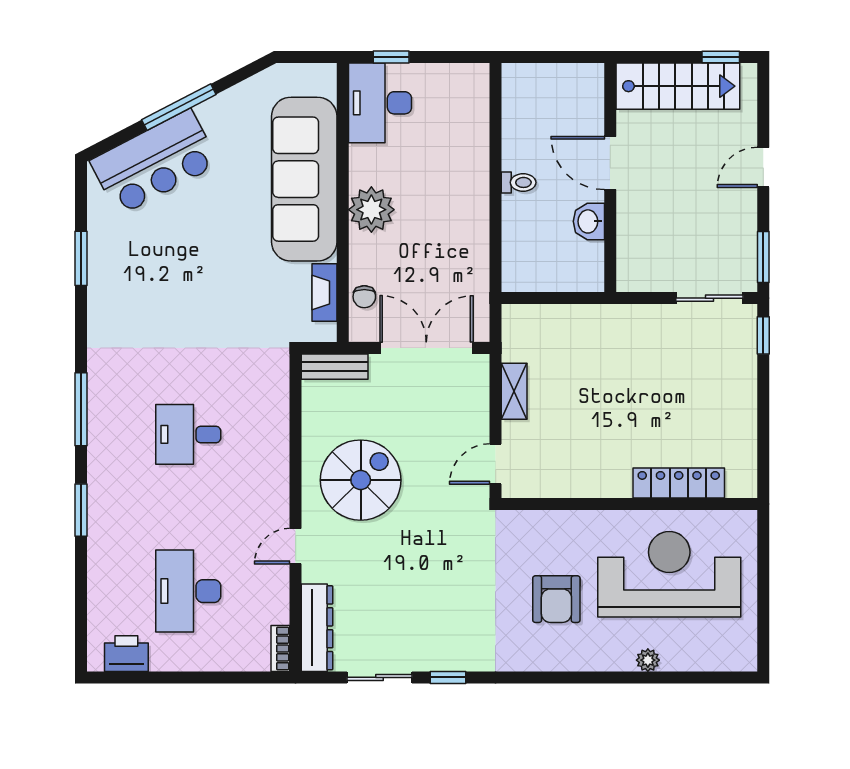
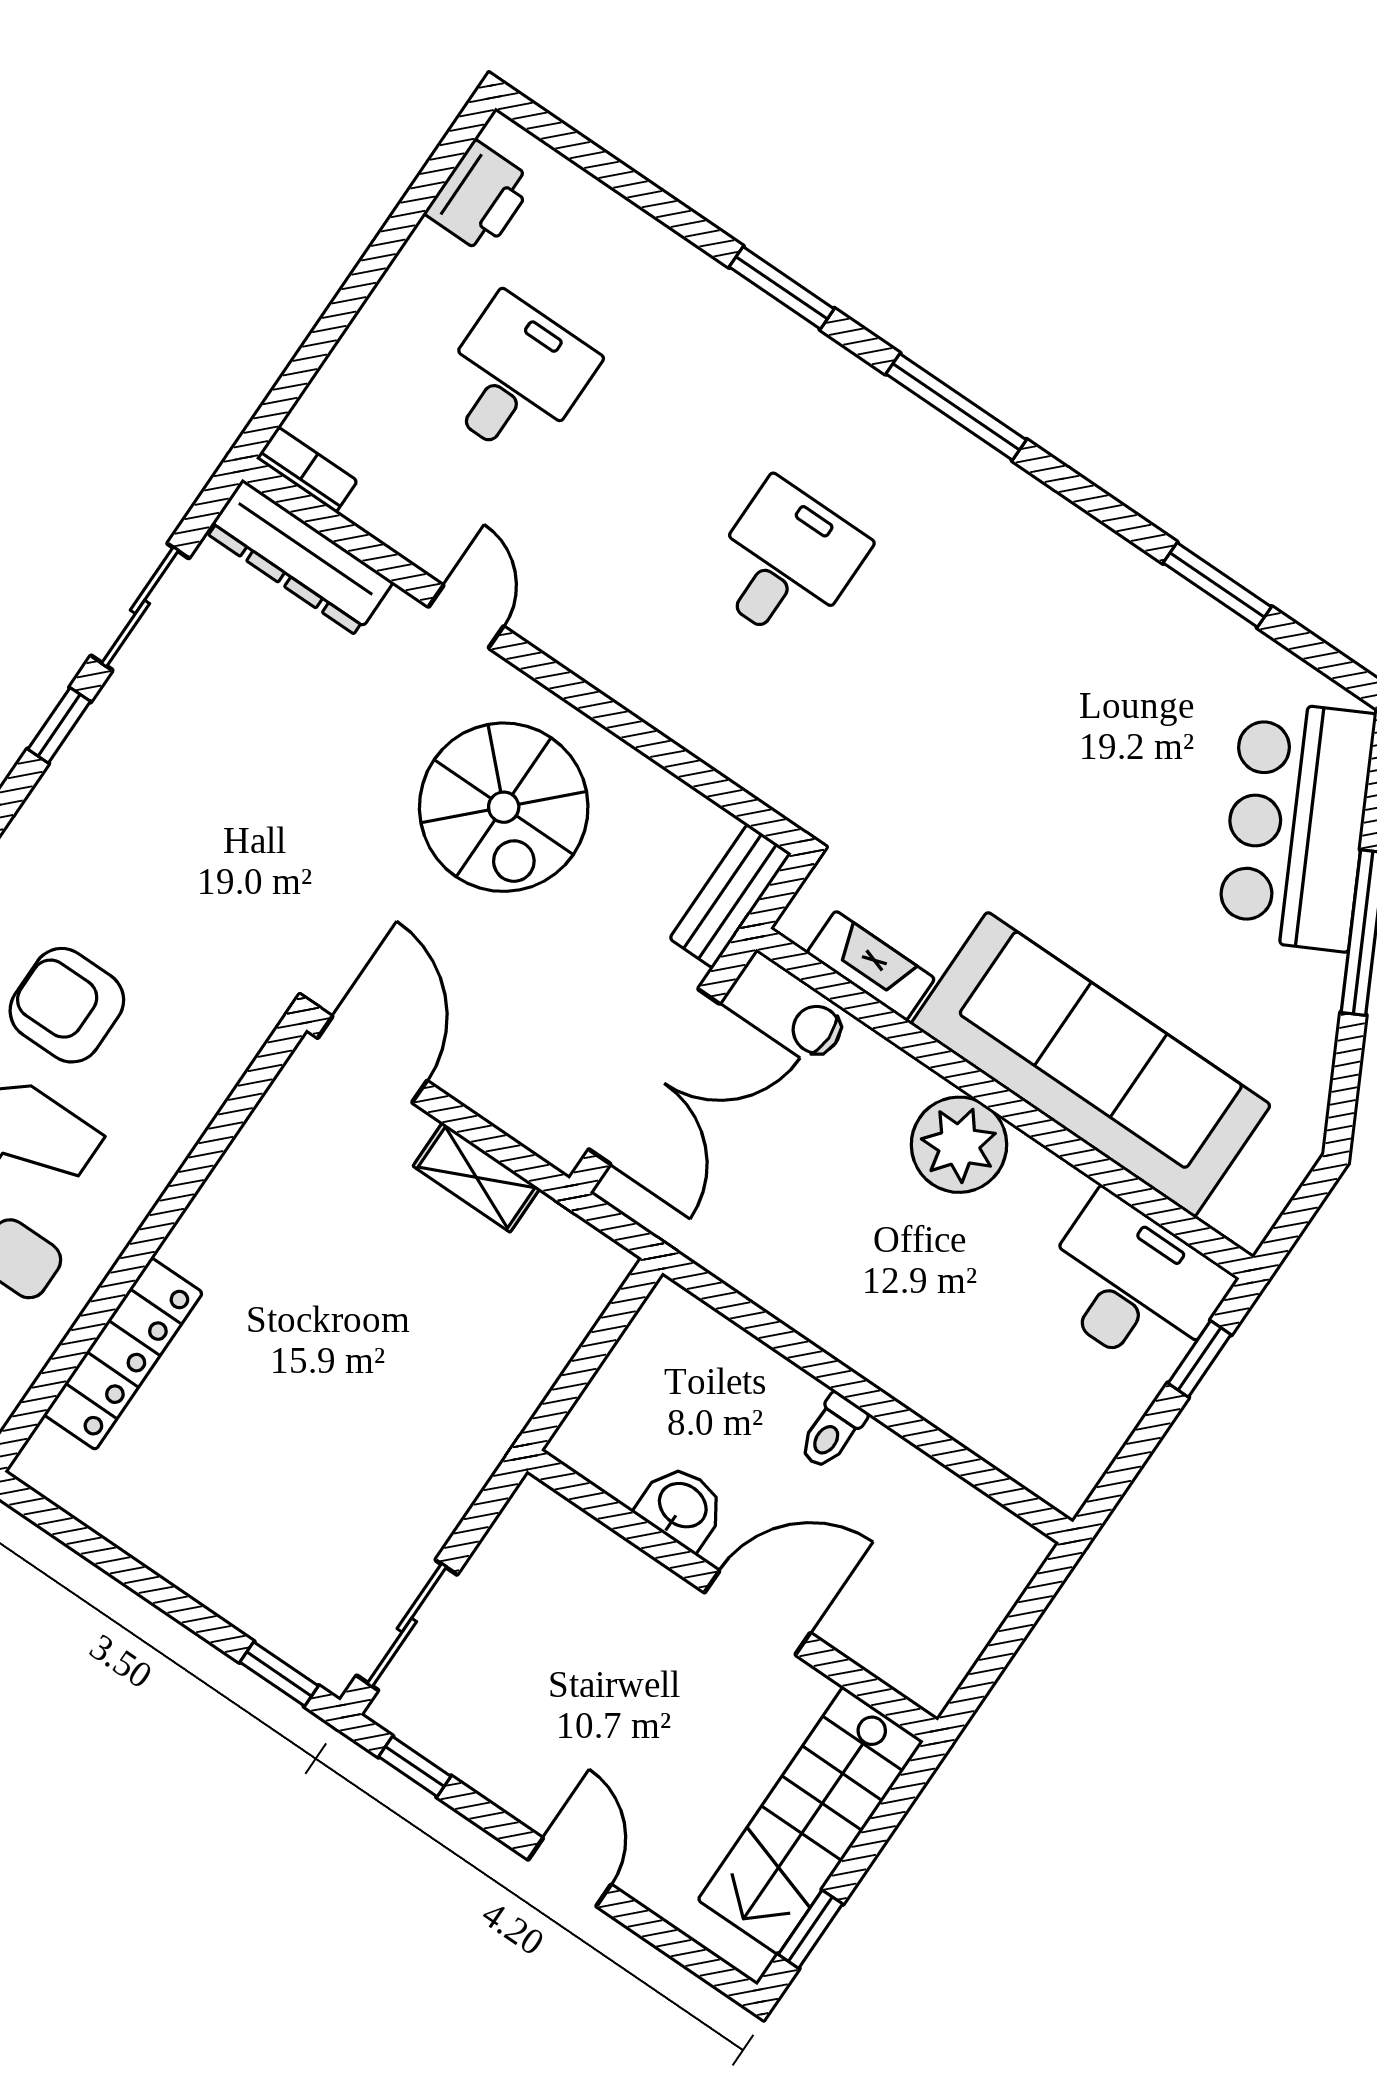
window: (763, 257) -> (415, 1767), width x0.67
door: (496, 464) -> (372, 1059), width x1.38
desk: (188, 591) -> (515, 378), width x0.73

